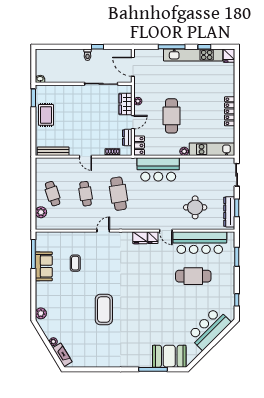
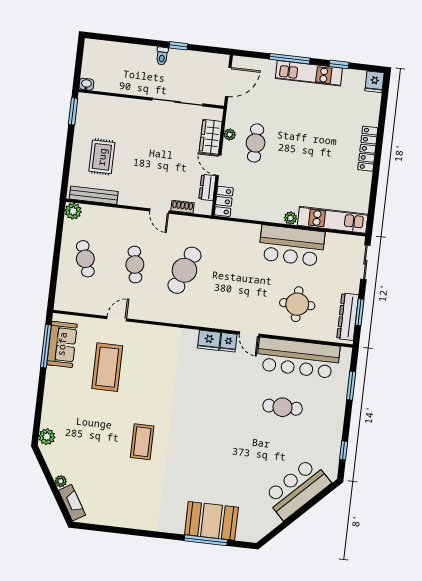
kitchen unit: (193, 55) -> (309, 73), width x0.73
door: (133, 67) -> (228, 82), swing flipped
locker: (230, 111) -> (368, 149), moved
rug: (46, 115) -> (102, 157), moved
cafe table: (171, 116) -> (256, 143), moved, width x0.73, depth x0.74
door: (133, 122) -> (219, 165), swing flipped
door: (85, 157) -> (159, 211), moved
bar counter: (158, 169) -> (292, 246), moved
cafe table: (119, 194) -> (184, 270), turned 30
plant: (41, 212) -> (73, 211), moved
door: (103, 231) -> (117, 319), moved
coffee table: (75, 263) -> (107, 367), width x1.86, depth x1.72
sofa: (44, 266) -> (62, 344), moved
cafe table: (193, 276) -> (283, 407), width x0.73, depth x0.74
coffee table: (104, 310) -> (142, 442), width x0.73, depth x0.76
booth: (169, 356) -> (211, 521), moved

